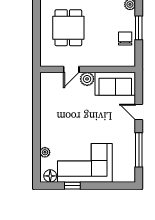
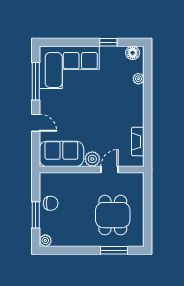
chair: (125, 38) -> (51, 203), turned -90
fireplace: (45, 95) -> (138, 142), added
corner sofa: (85, 163) -> (69, 67), moved

